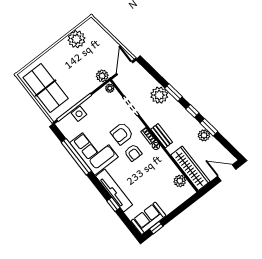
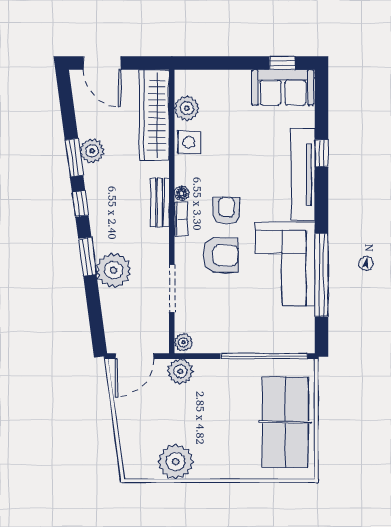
side table: (79, 114) -> (189, 142), moved

